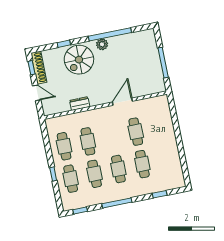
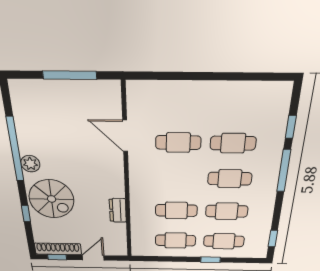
door: (122, 102) -> (125, 136), moved
window: (117, 203) -> (284, 171), moved

